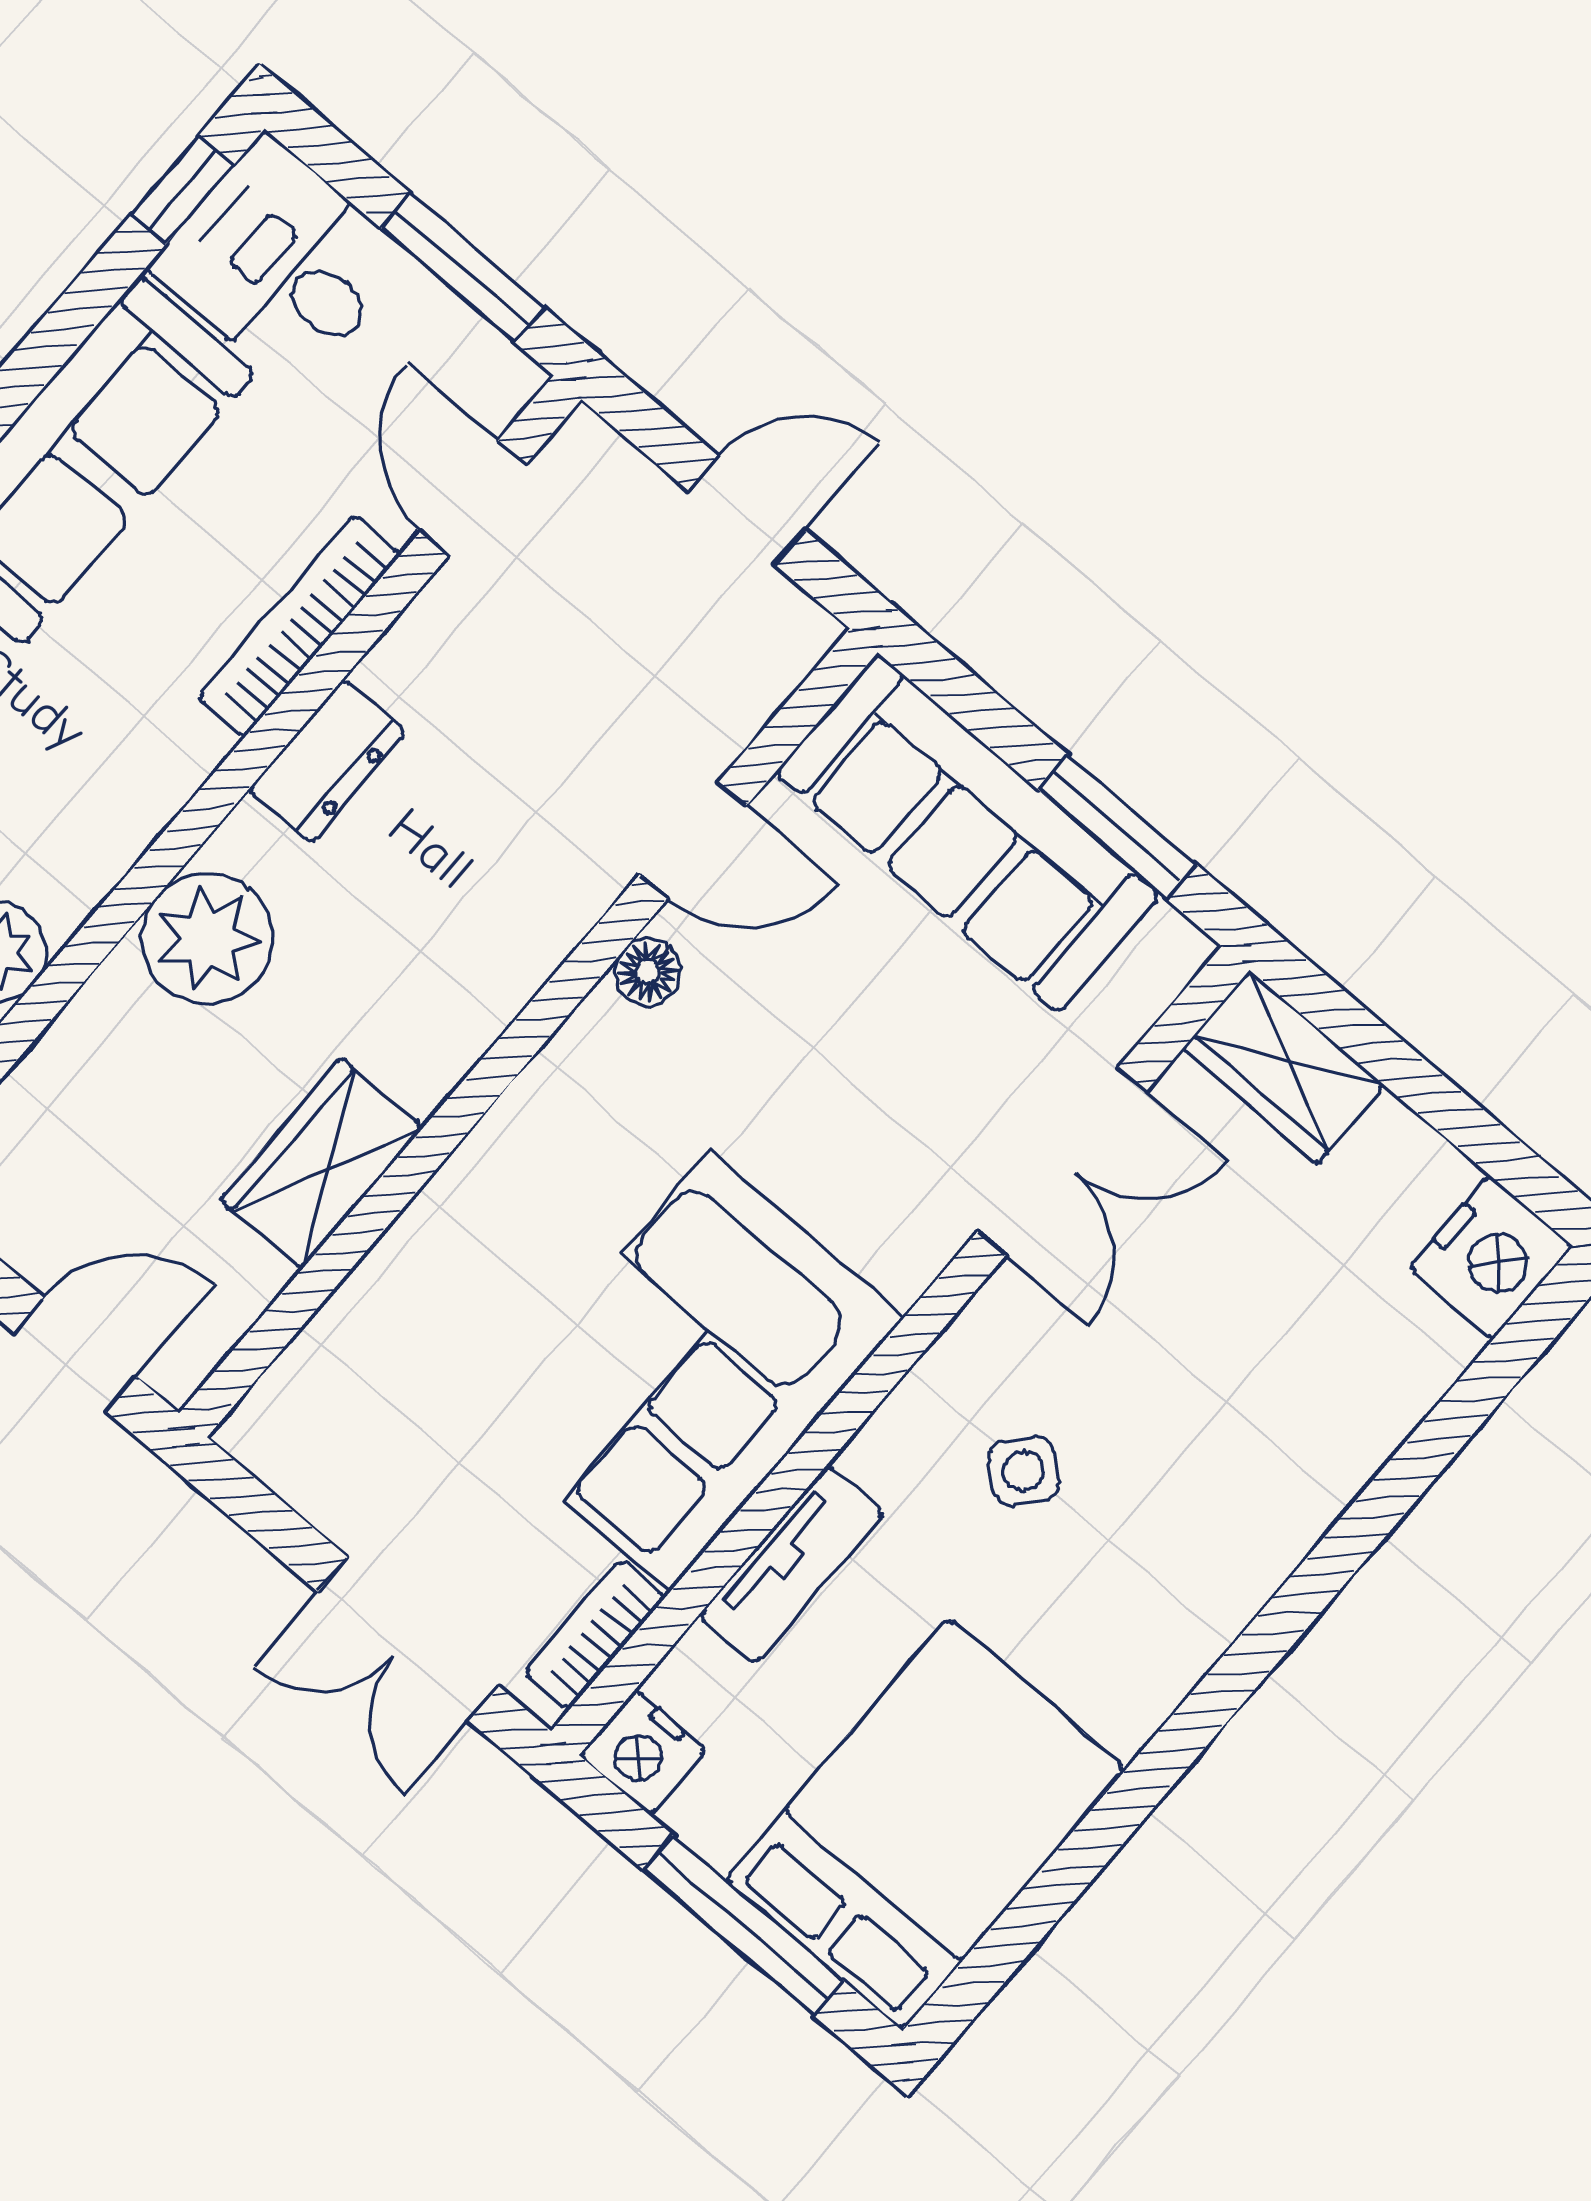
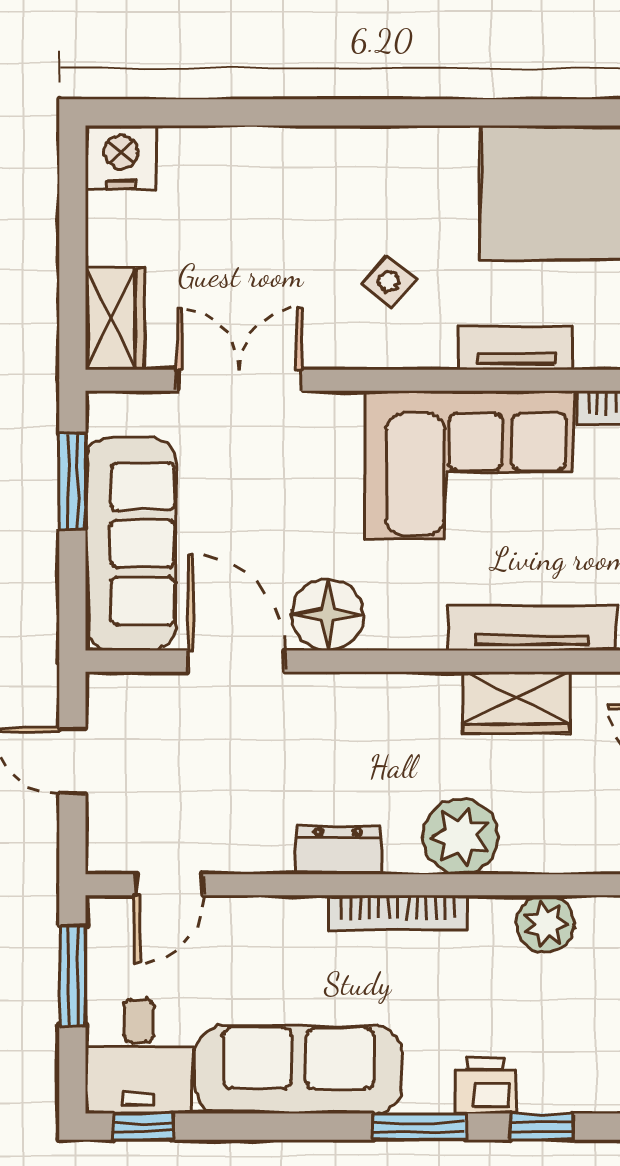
bookcase: (299, 626) -> (398, 913), moved
door: (693, 840) -> (237, 661), width x1.38
floor lamp: (648, 972) -> (328, 615), width x1.89, depth x1.89
tv unit: (402, 1270) -> (532, 628), added

